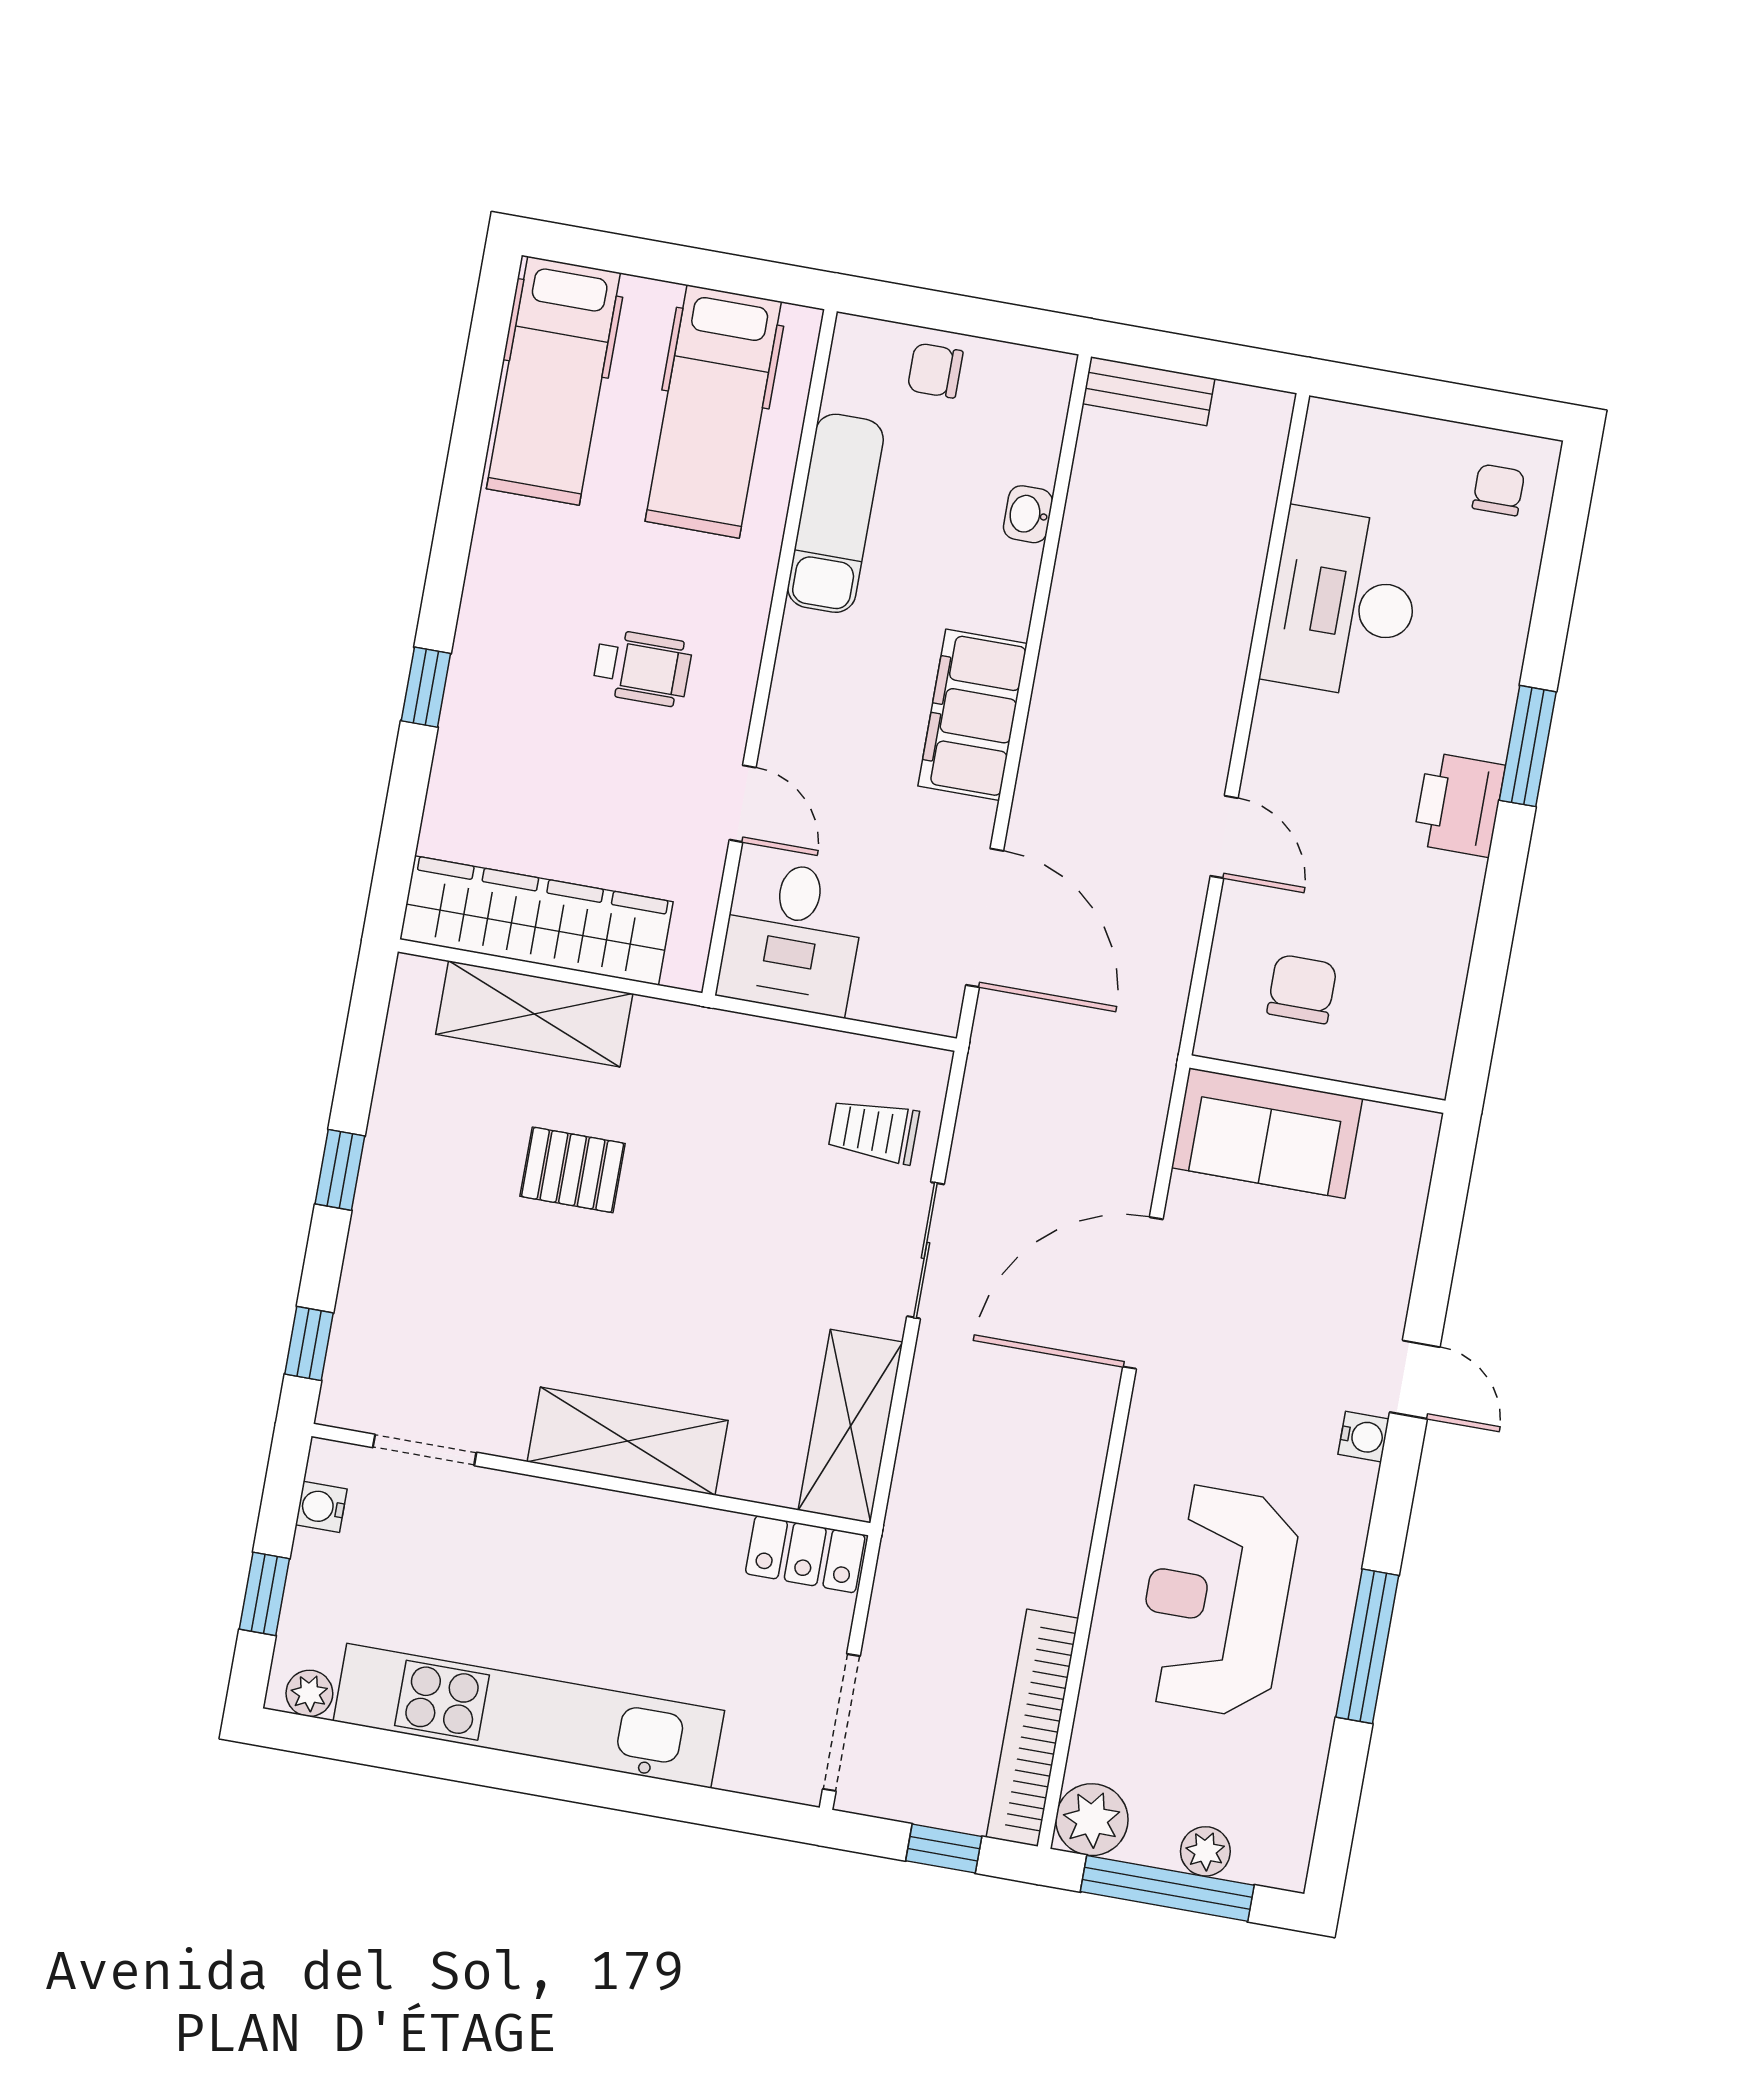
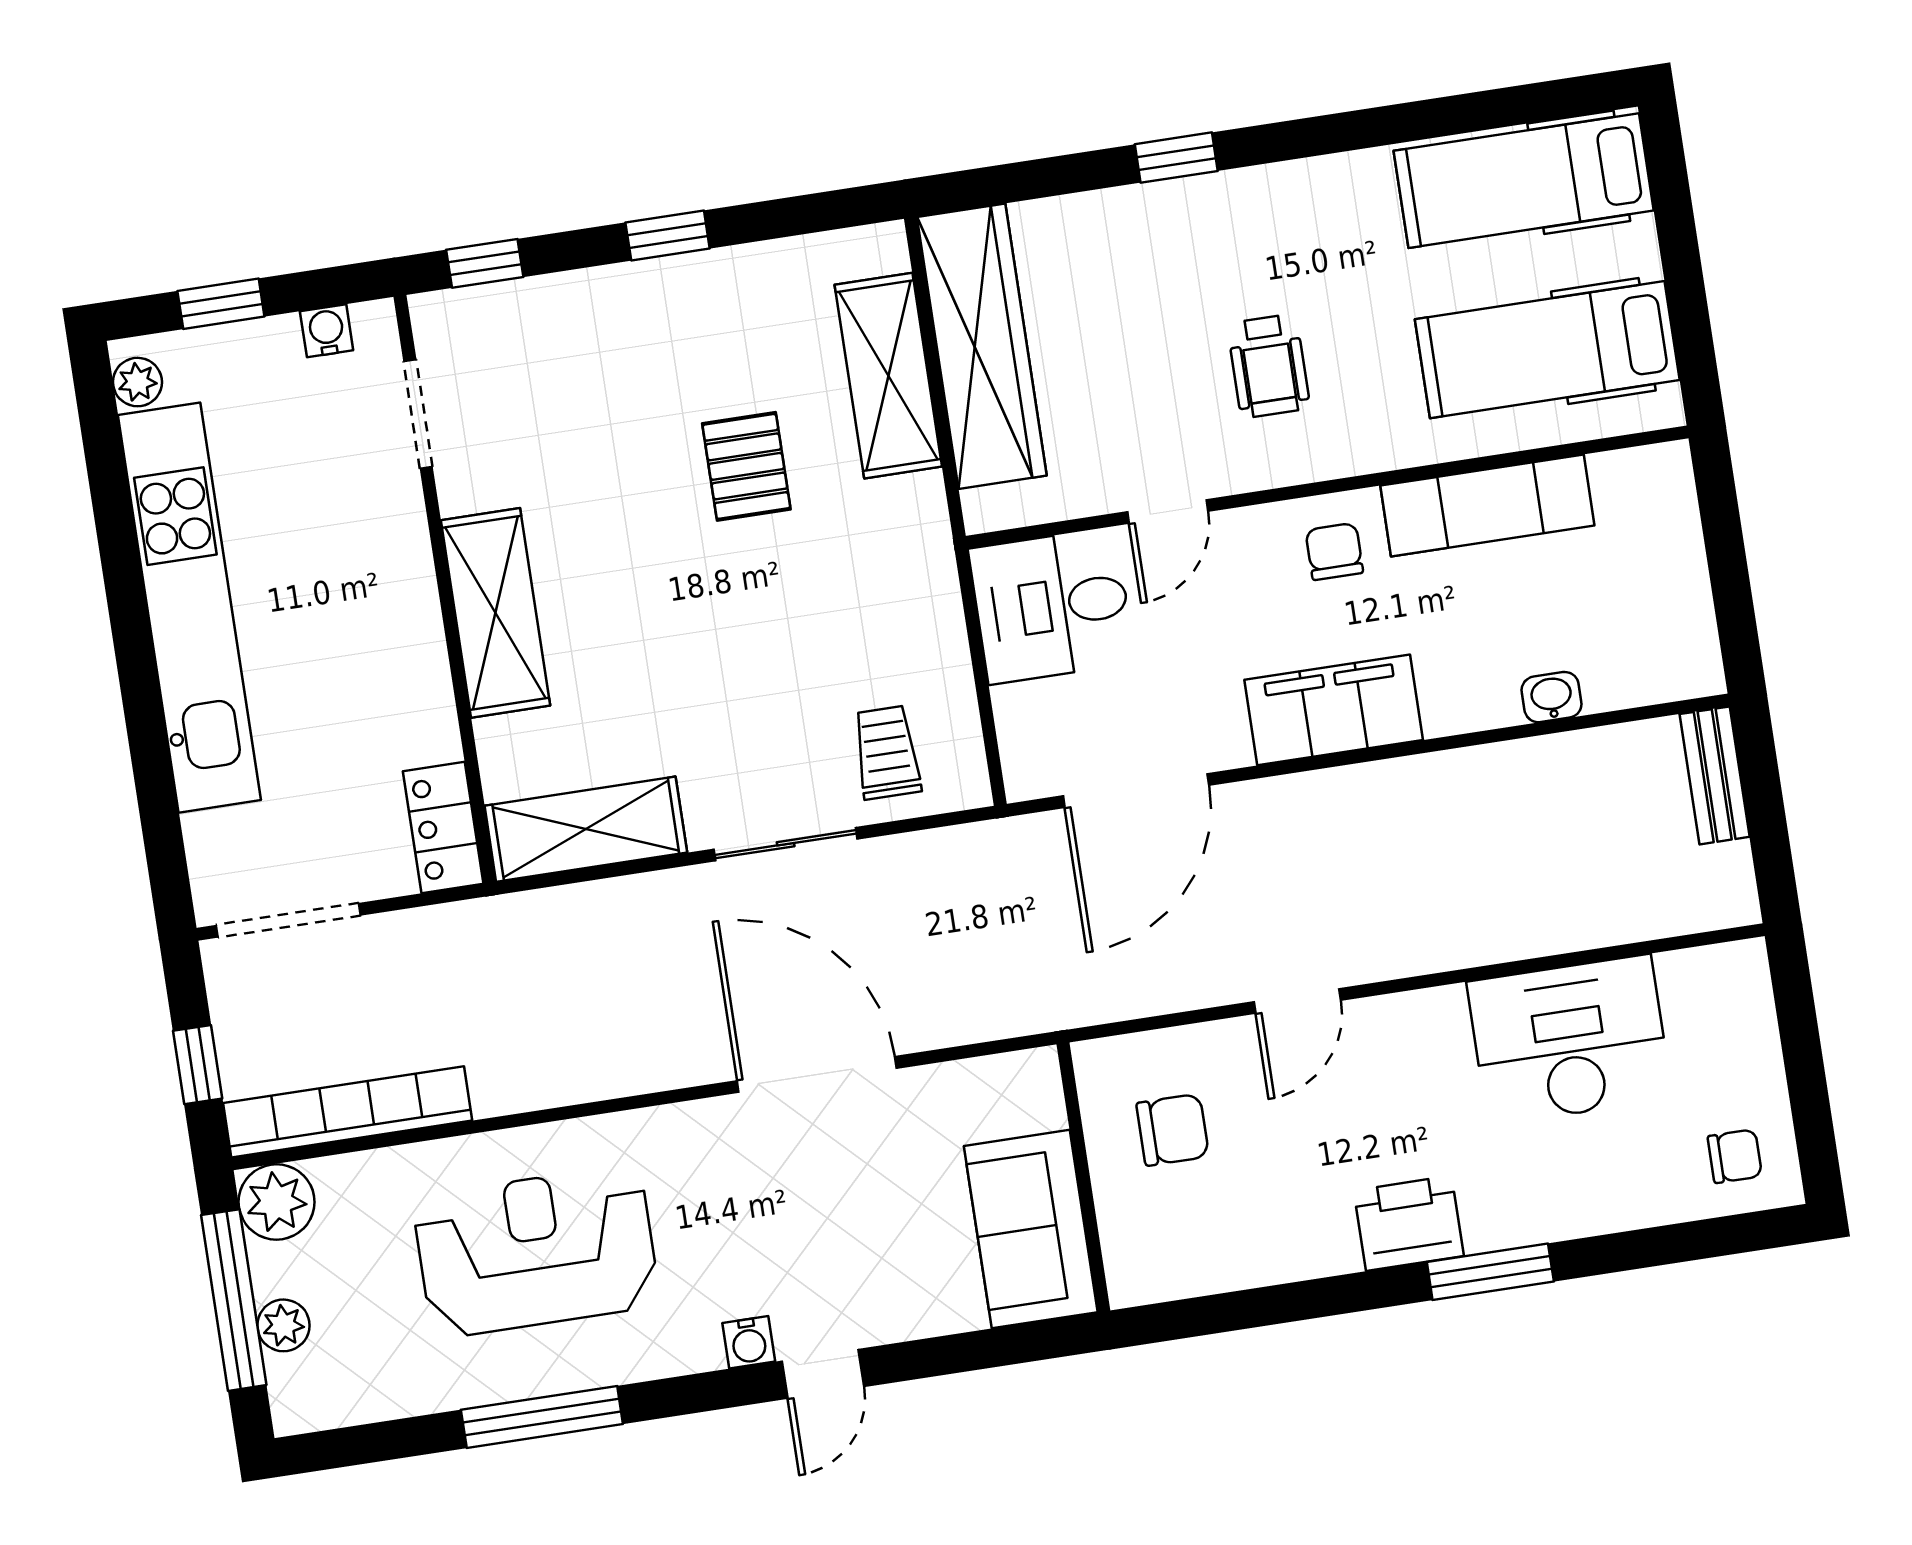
chair: (935, 370) -> (1334, 551), moved
sofa: (1267, 1133) -> (1031, 1229), moved

